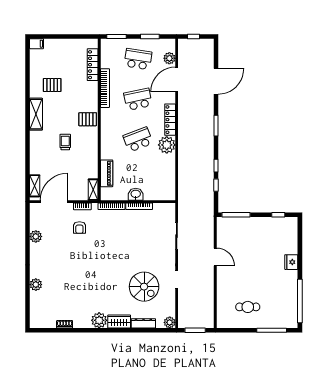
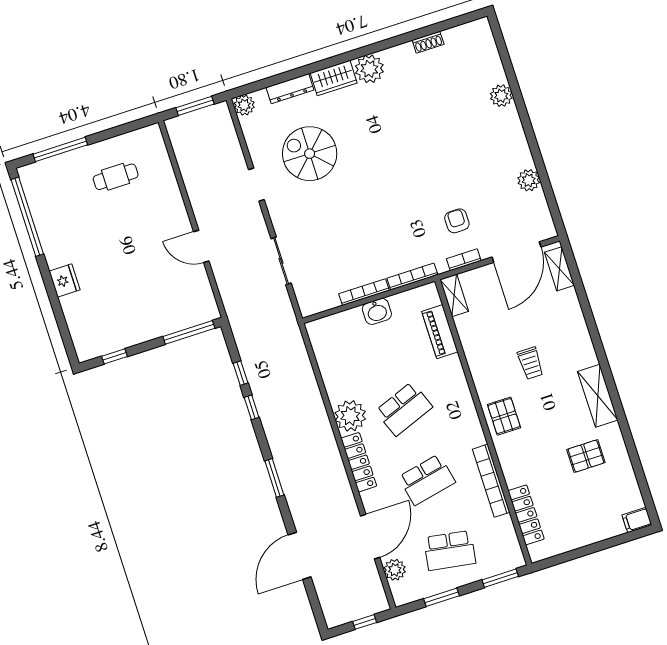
pallet: (88, 119) -> (504, 416), turned 90

